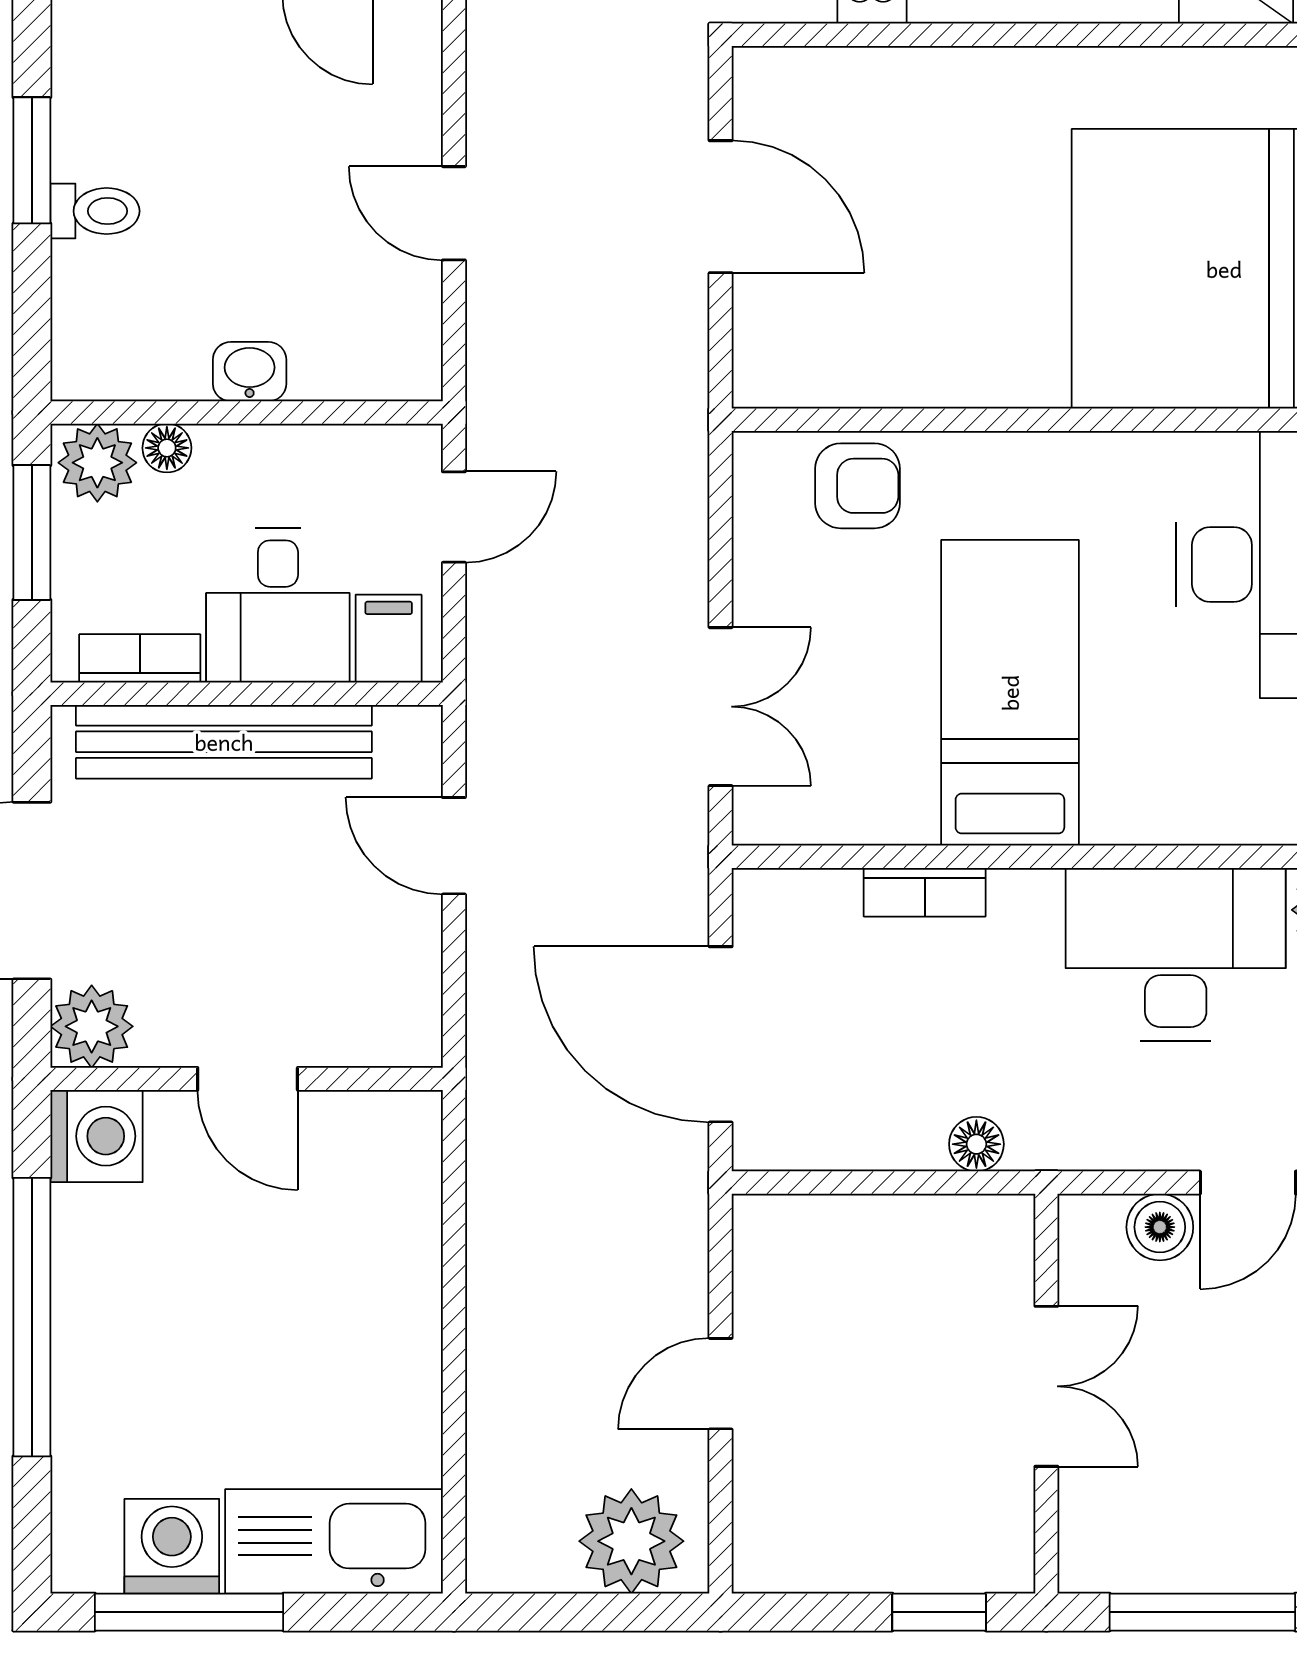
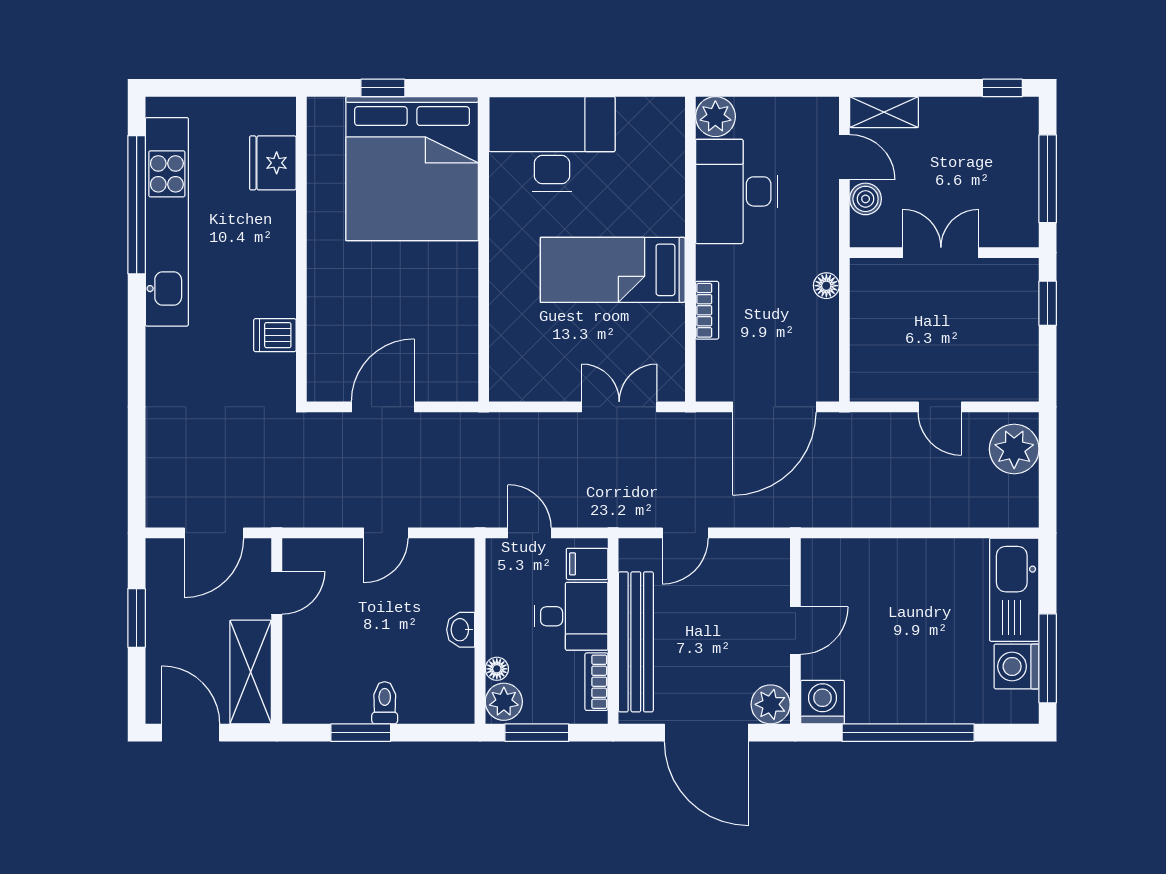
armchair: (858, 486) -> (515, 342), removed

